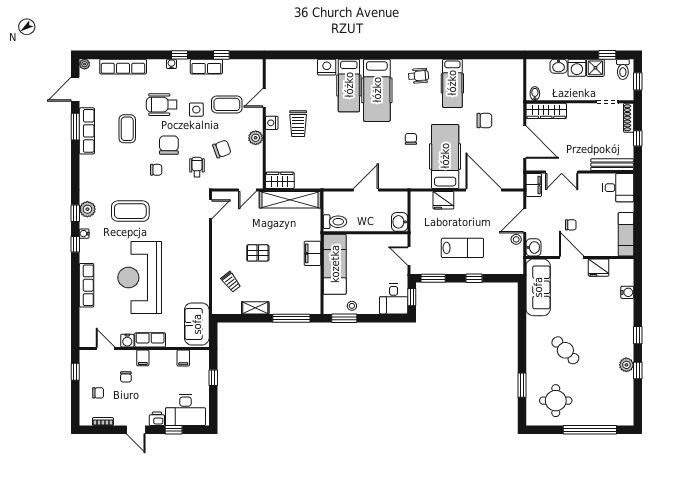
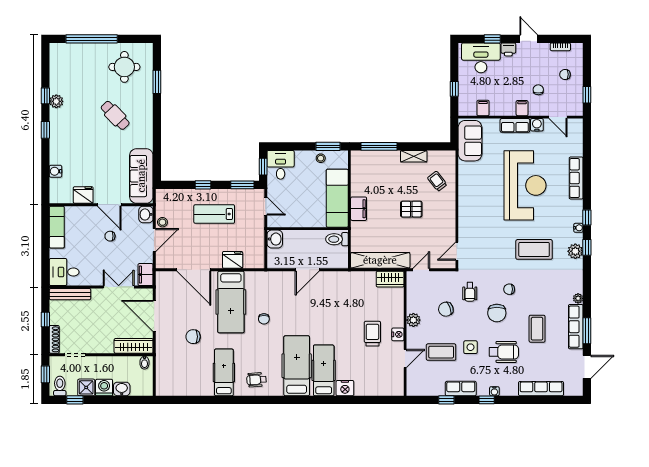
plant: (85, 64) -> (578, 298), moved

